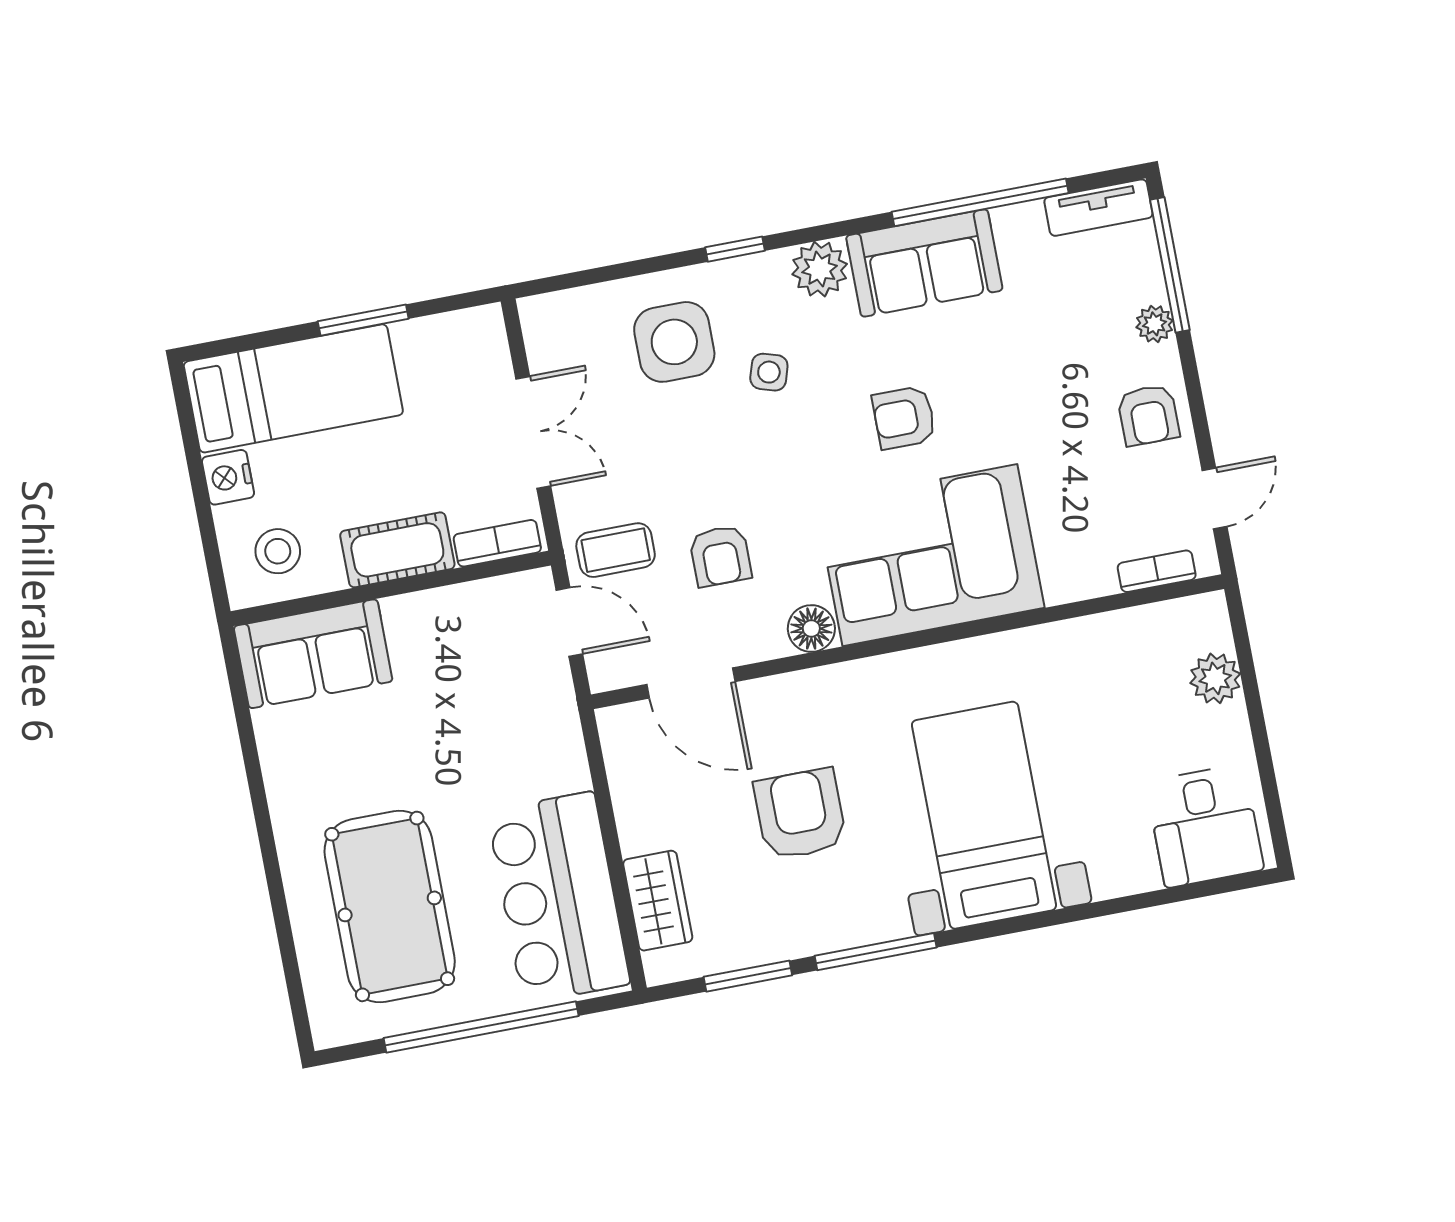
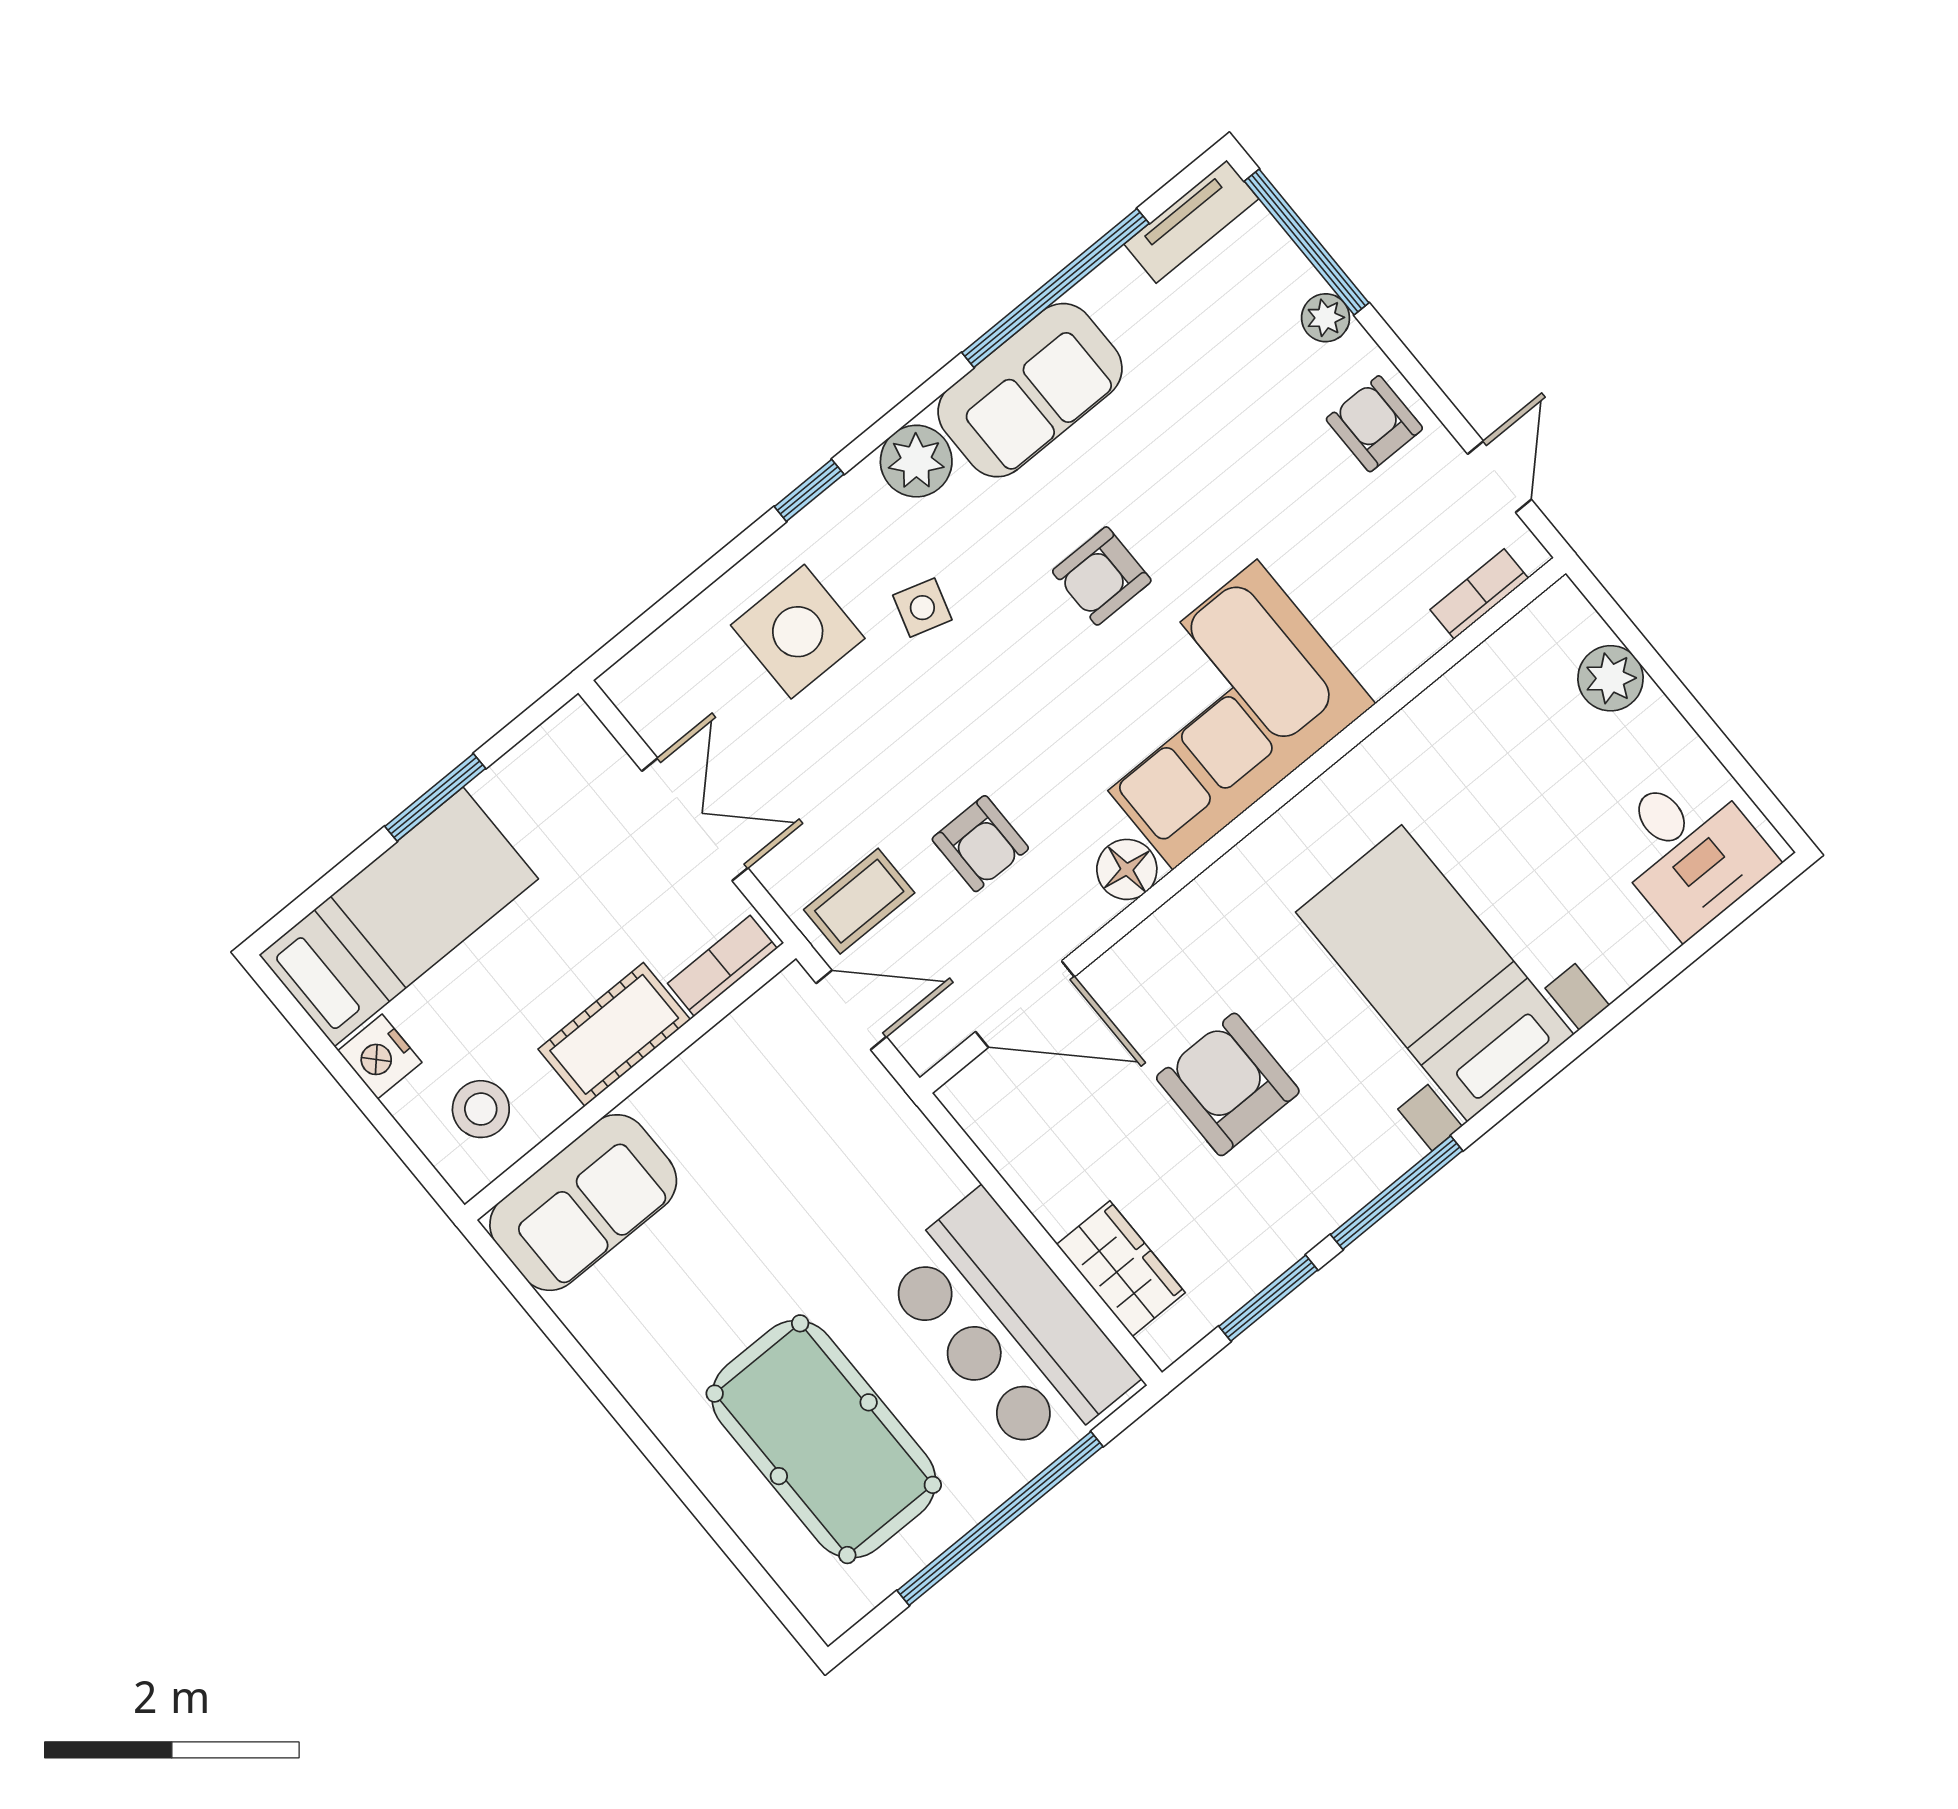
armchair: (1148, 415) -> (1374, 424), turned 180

